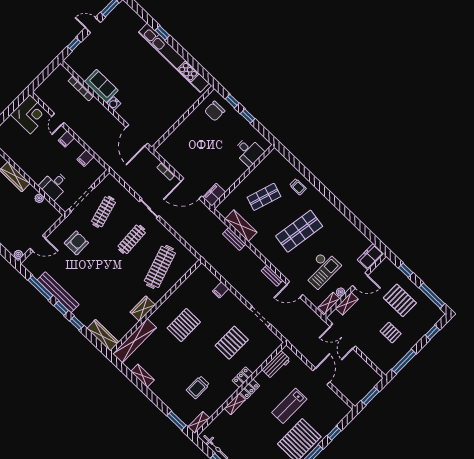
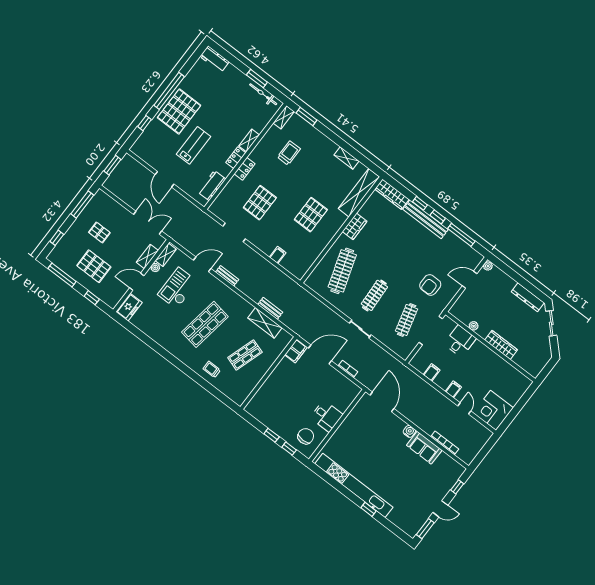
desk: (249, 151) -> (326, 416), moved, turned 180
bench: (58, 292) -> (426, 219), moved

